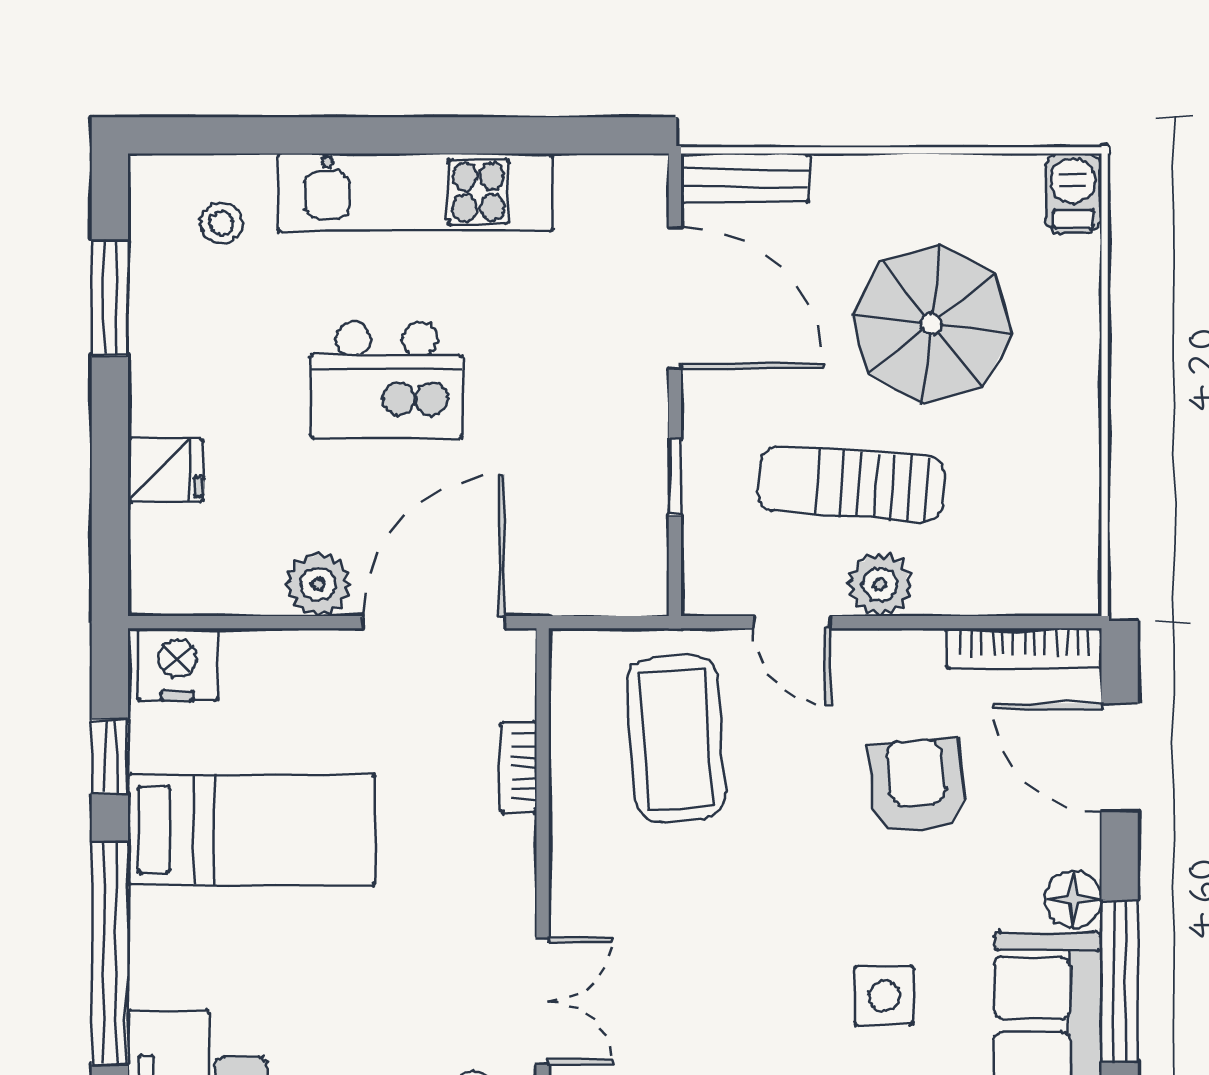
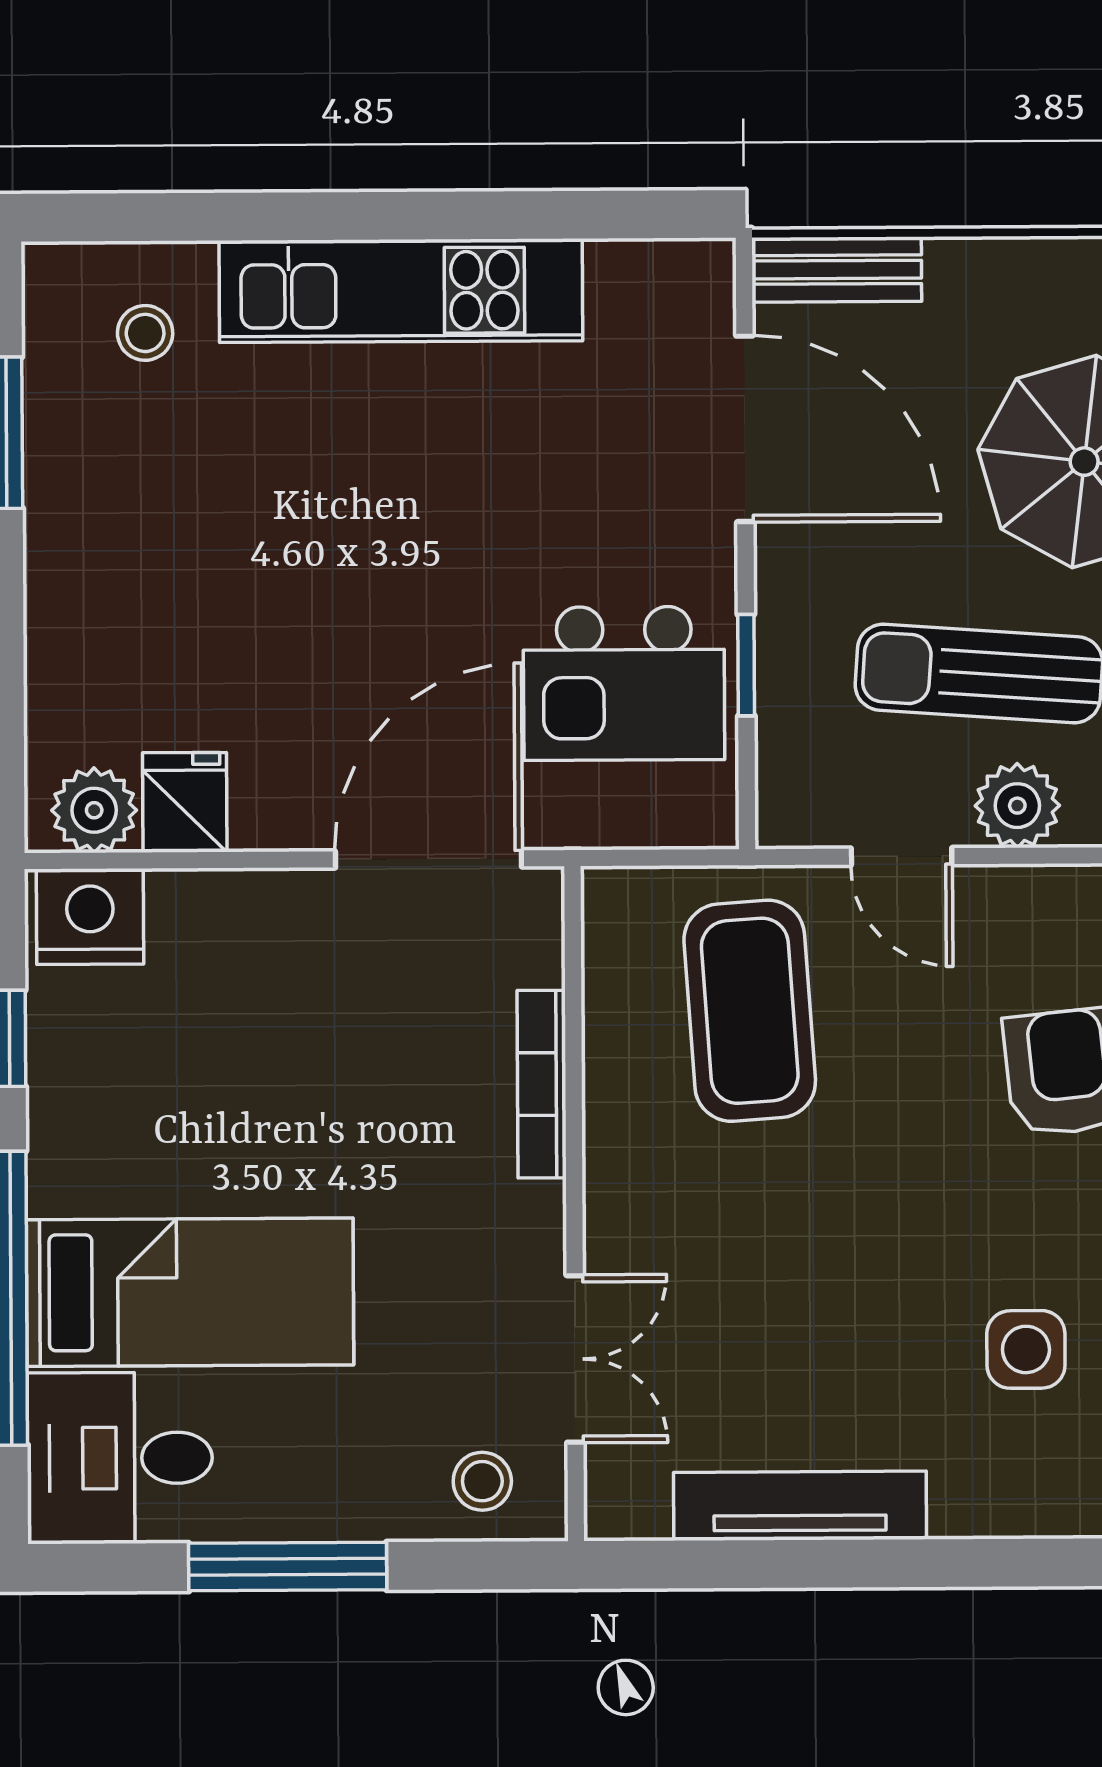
kitchen island: (386, 380) -> (624, 683), moved
fridge: (166, 471) -> (185, 802), moved, turned -90
plant: (318, 584) -> (94, 810), moved
bookcase: (518, 768) -> (542, 1084), width x1.56
bed: (252, 830) -> (190, 1292), moved

